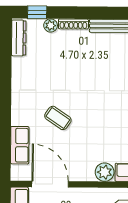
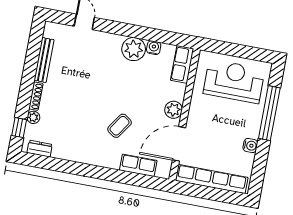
dresser: (19, 38) -> (40, 149), width x0.70
plant: (105, 172) -> (174, 110), moved

